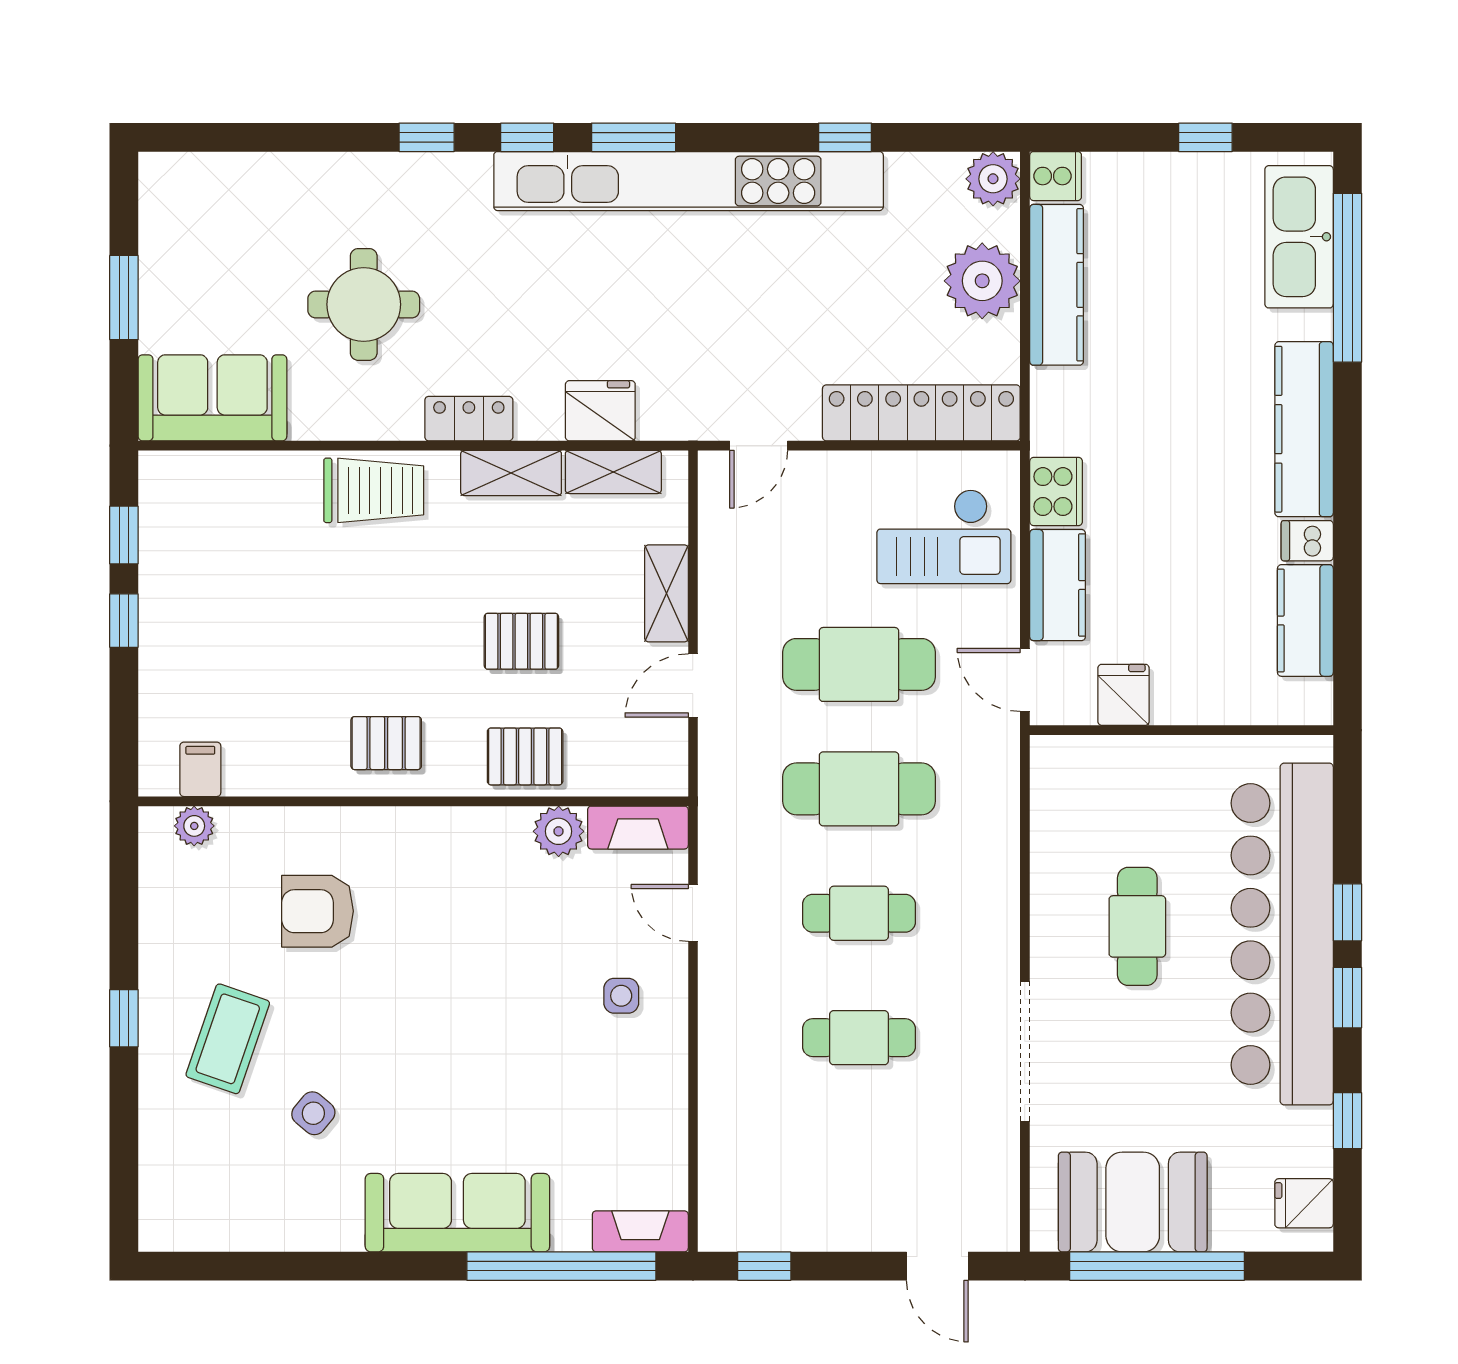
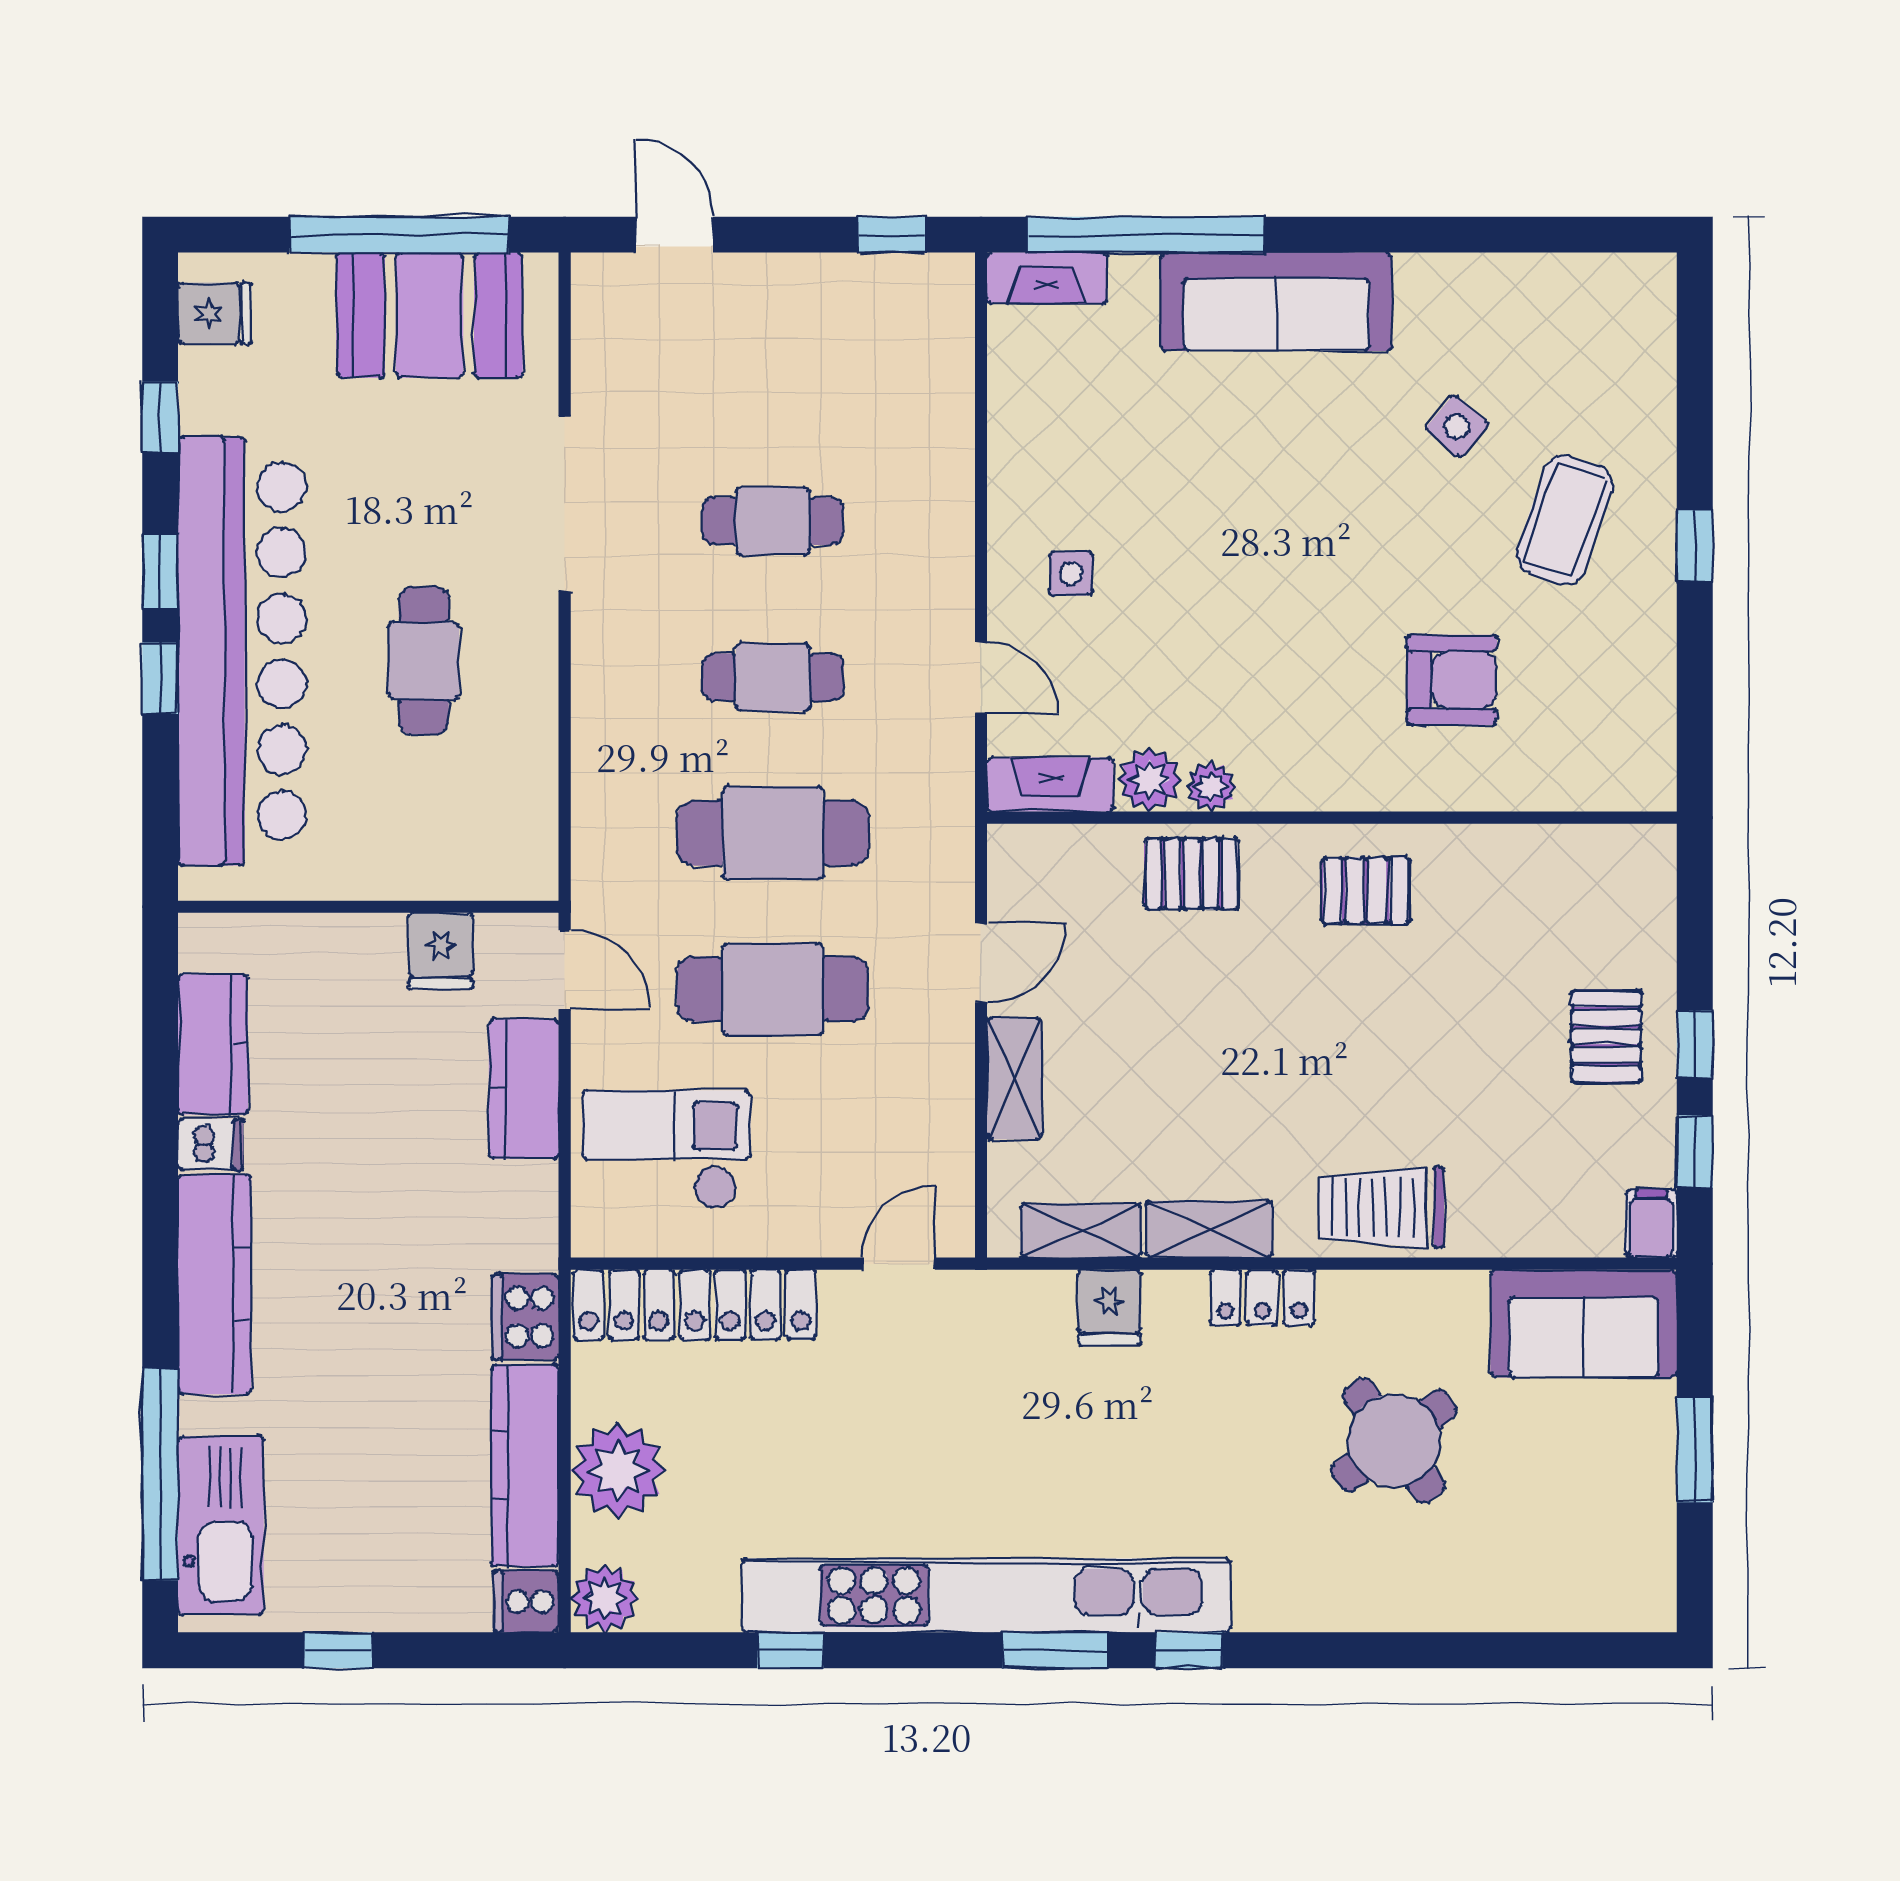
window: (427, 137) -> (1315, 1650), removed
round table: (364, 304) -> (1394, 1441), turned -36
fridge: (600, 411) -> (1109, 1307), width x0.72
cooker: (1056, 492) -> (526, 1317), moved
pallet: (521, 641) -> (1606, 1036), moved, turned 90
filing cabinet: (200, 769) -> (1651, 1224), moved, turned 180
plant: (194, 826) -> (1211, 787), moved

